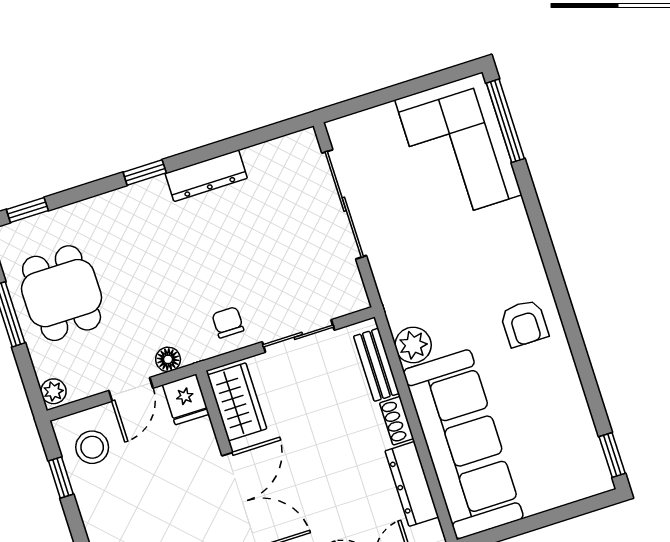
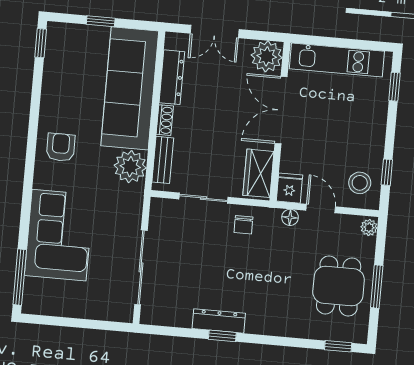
corner sofa: (458, 147) -> (59, 235), moved
window: (145, 172) -> (222, 336), moved
plant: (413, 345) -> (130, 167), width x1.36, depth x1.36
door: (131, 389) -> (321, 209), hinge flipped
window: (542, 520) -> (101, 21), added

